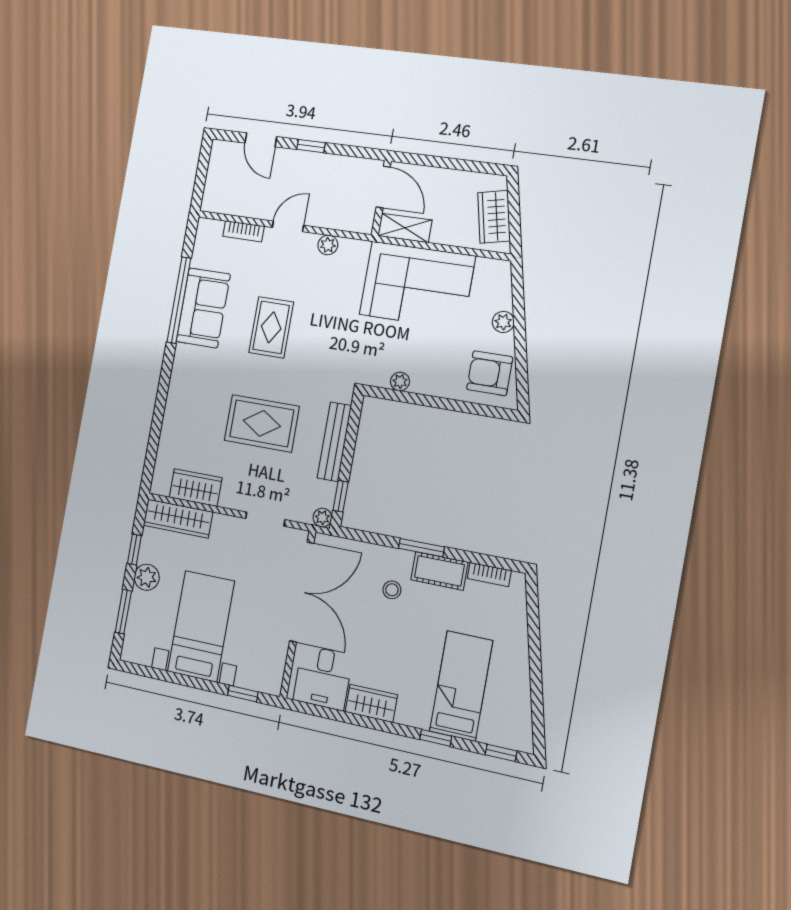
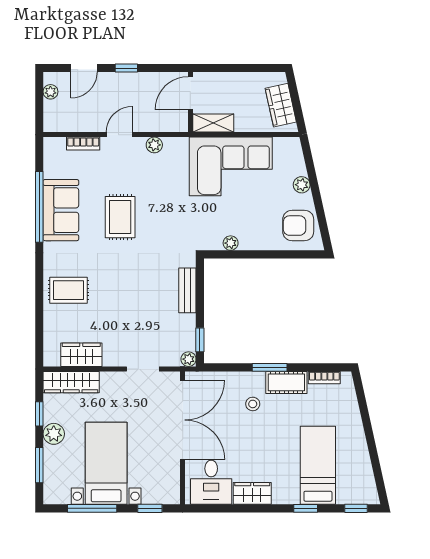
door: (261, 140) -> (84, 68), hinge flipped
plant: (217, 164) -> (50, 92), added
door: (383, 187) -> (190, 93), swing flipped
rug: (262, 423) -> (68, 290), moved, width x0.73, depth x0.70
bench: (334, 442) -> (187, 290), width x0.73
window: (175, 678) -> (92, 508), added

